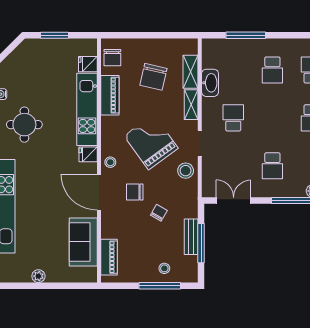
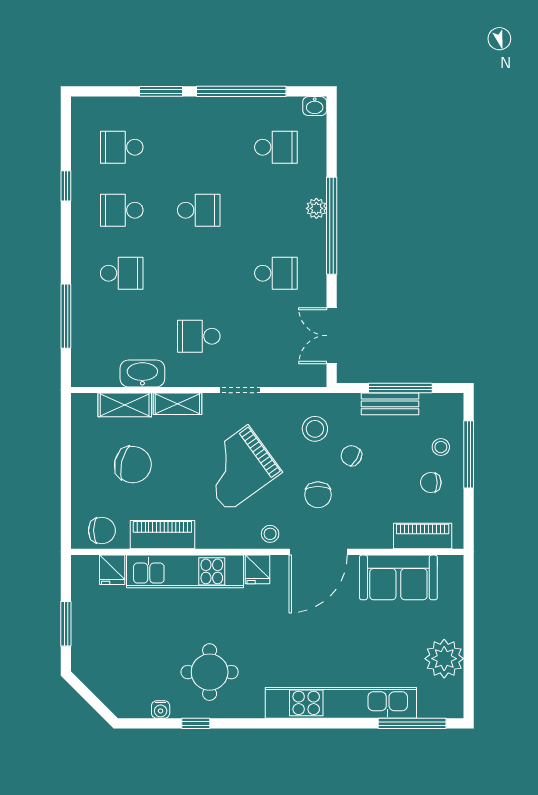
stool: (186, 171) -> (315, 429), moved
chair: (142, 262) -> (431, 483), added
plant: (38, 276) -> (444, 659), width x1.88, depth x1.88

